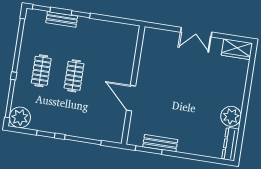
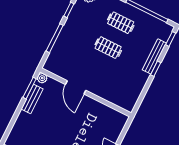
bench: (62, 19) -> (154, 56), width x1.36
door: (131, 98) -> (76, 87), swing flipped
plant: (133, 139) -> (42, 78), added

